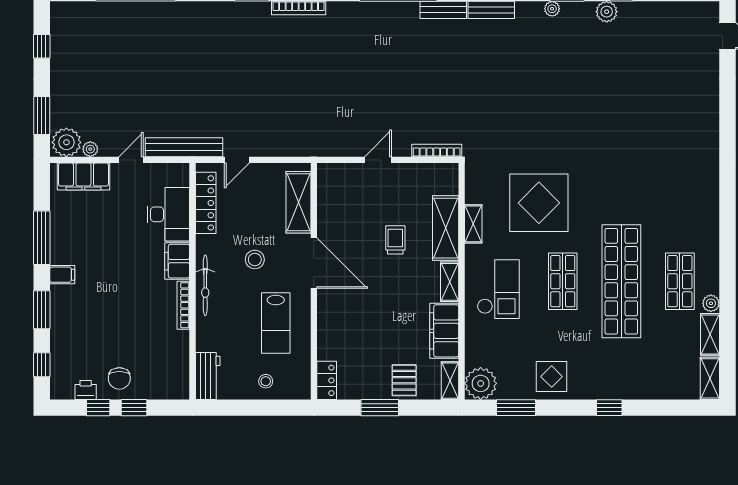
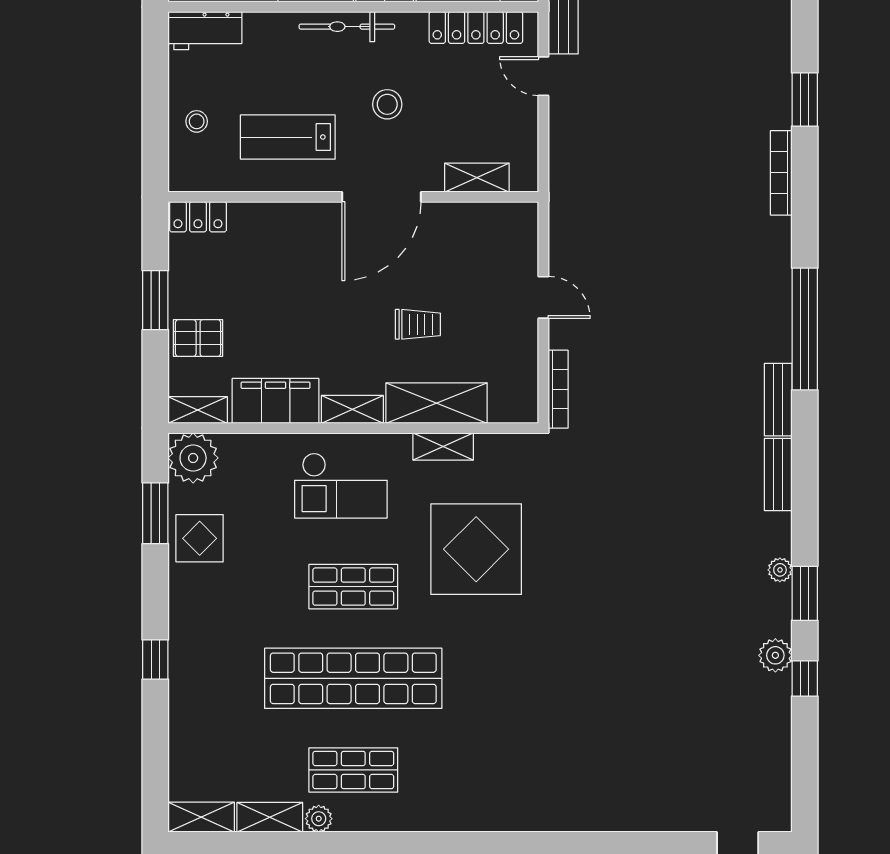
shelving: (298, 202) -> (477, 178), width x0.67, depth x0.75
display table: (552, 377) -> (200, 538), moved

